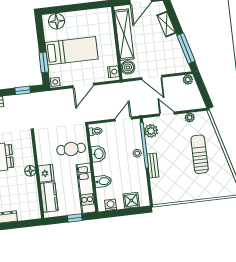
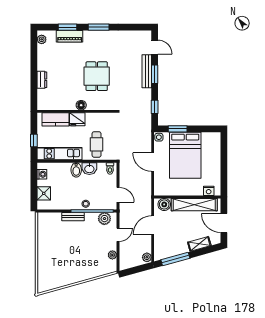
floor lamp: (57, 21) -> (214, 145), removed
bed: (72, 51) -> (185, 155), width x1.50
nightstand: (113, 72) -> (209, 191), moved
sun lounger: (200, 154) -> (78, 260), removed
bidet: (103, 181) -> (76, 170), moved

